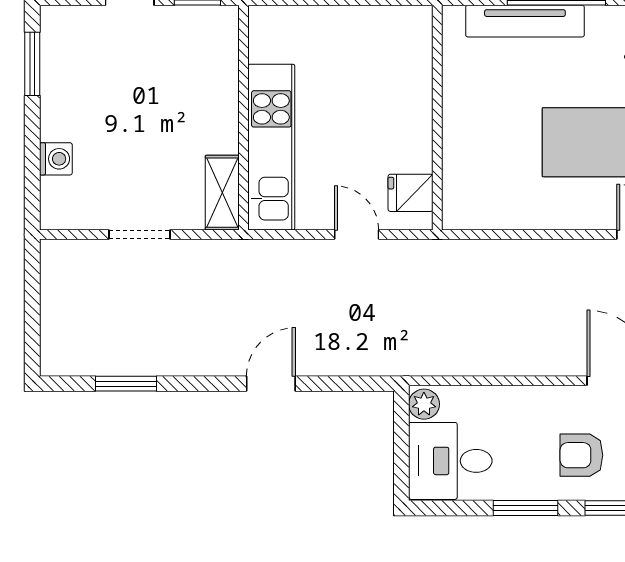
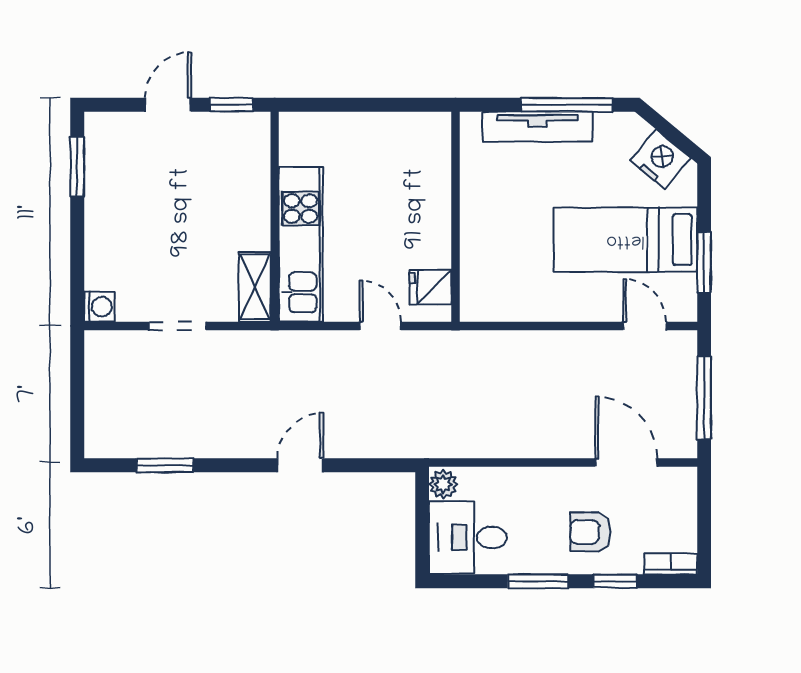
washing machine: (56, 159) -> (99, 307), moved

